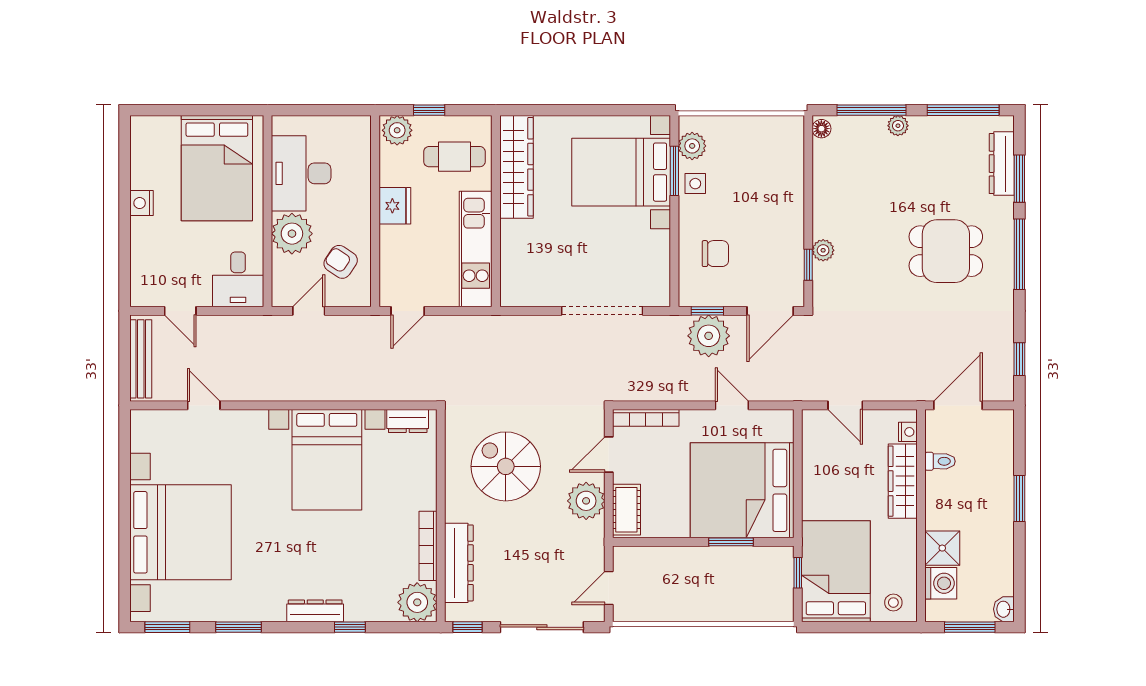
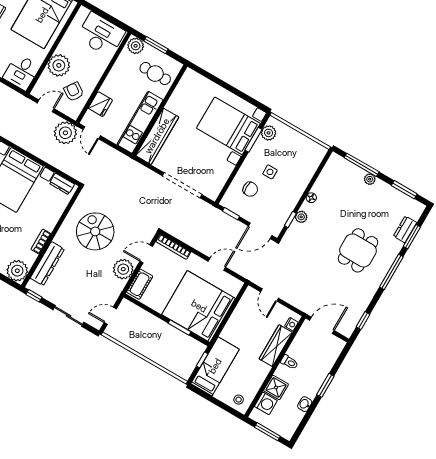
window: (429, 110) -> (156, 45), width x1.50
window: (963, 110) -> (404, 190), width x0.69
floor lamp: (821, 129) -> (311, 198), moved
dresser: (1002, 164) -> (405, 229), width x0.70
wardrobe: (516, 167) -> (157, 136), moved
desk: (301, 173) -> (101, 35), moved, turned 90
side table: (695, 184) -> (270, 172), moved
fridge: (395, 206) -> (100, 104), moved
dining table: (946, 251) -> (358, 250), turned 90
door: (408, 311) -> (92, 133), hinge flipped
plant: (709, 336) -> (65, 133), moved
door: (732, 405) -> (217, 264), hinge flipped
toilet: (940, 461) -> (289, 362), moved
bookcase: (428, 546) -> (41, 242), width x0.64
bed: (836, 571) -> (215, 366), width x0.67
washbasin: (1004, 609) -> (305, 404), moved
sliding door: (542, 627) -> (68, 316), width x0.73

